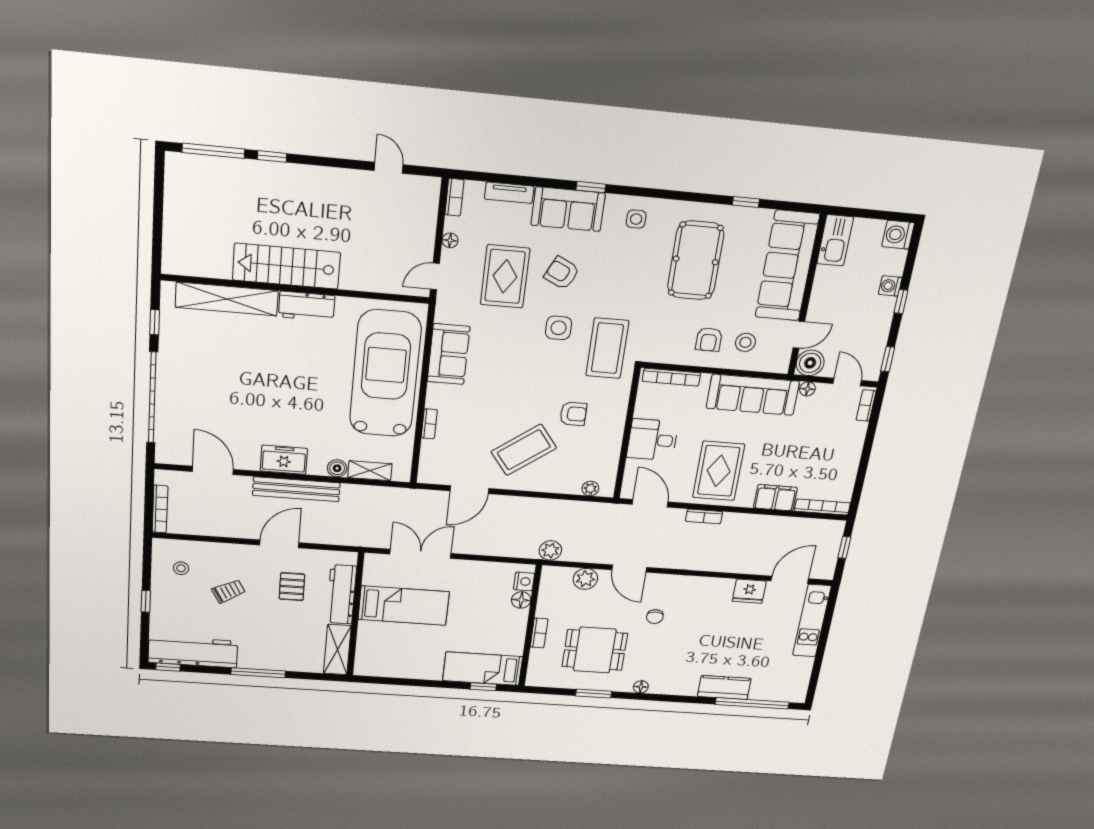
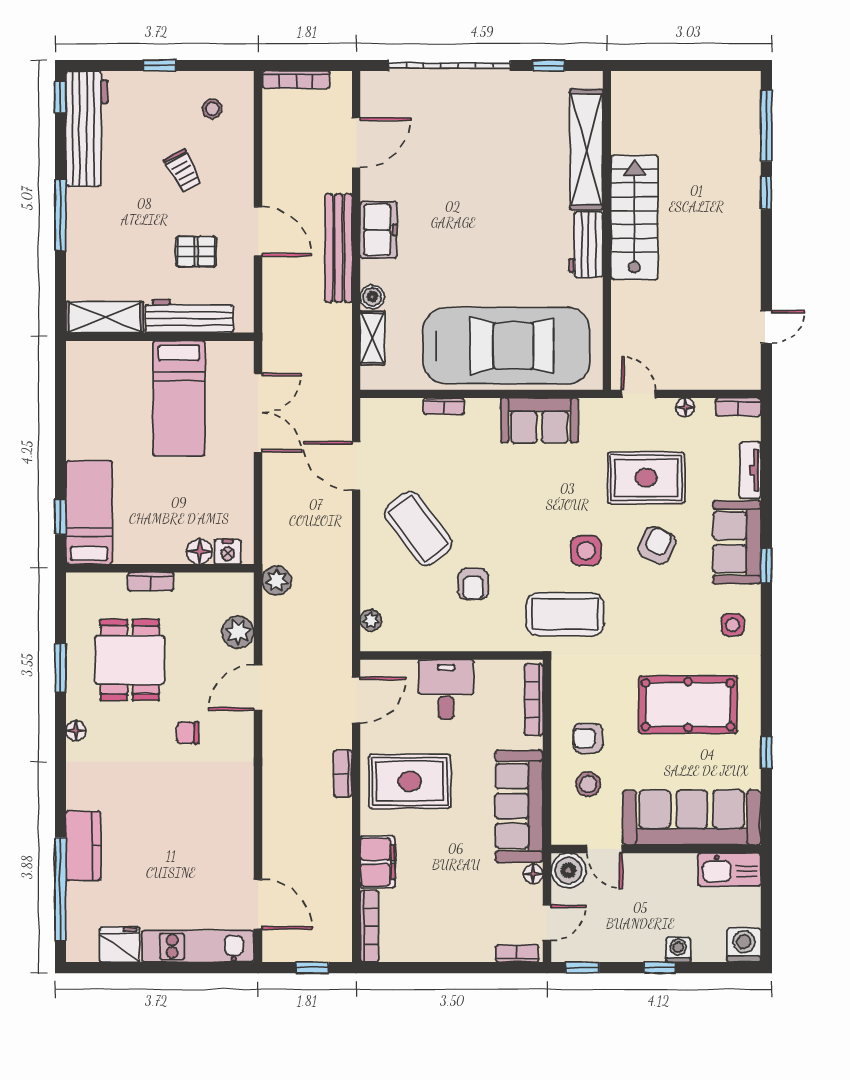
fridge: (749, 591) -> (120, 945), moved, turned 90

